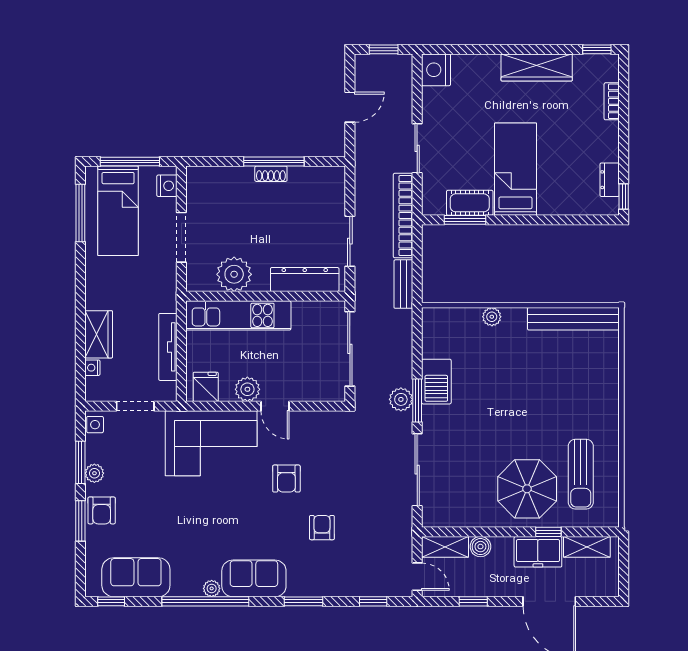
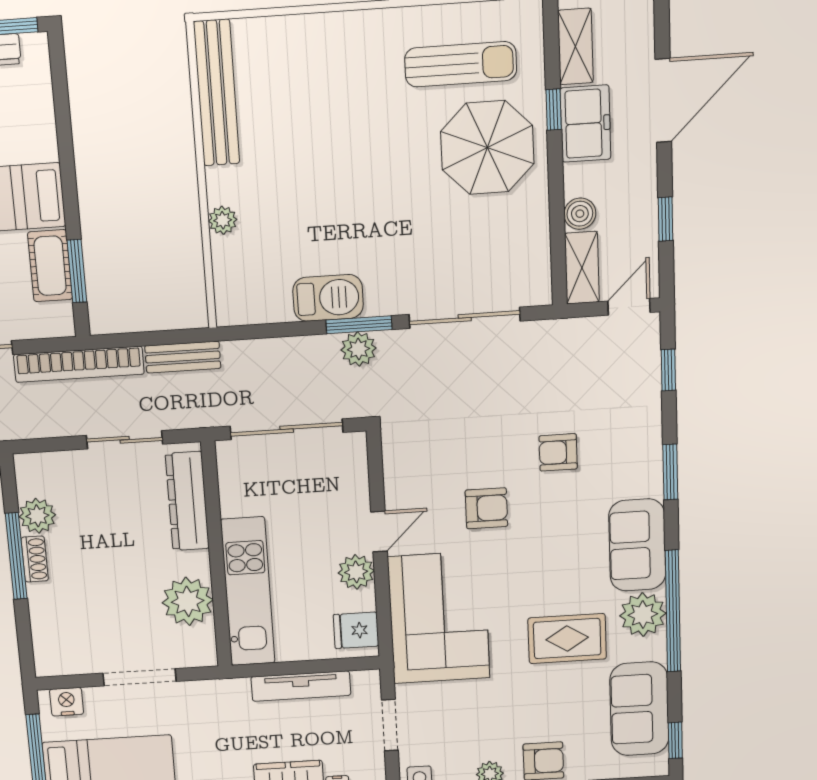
plant: (301, 178) -> (37, 516), added
rug: (190, 530) -> (567, 639), added
plant: (212, 588) -> (643, 615), width x1.88, depth x1.88

